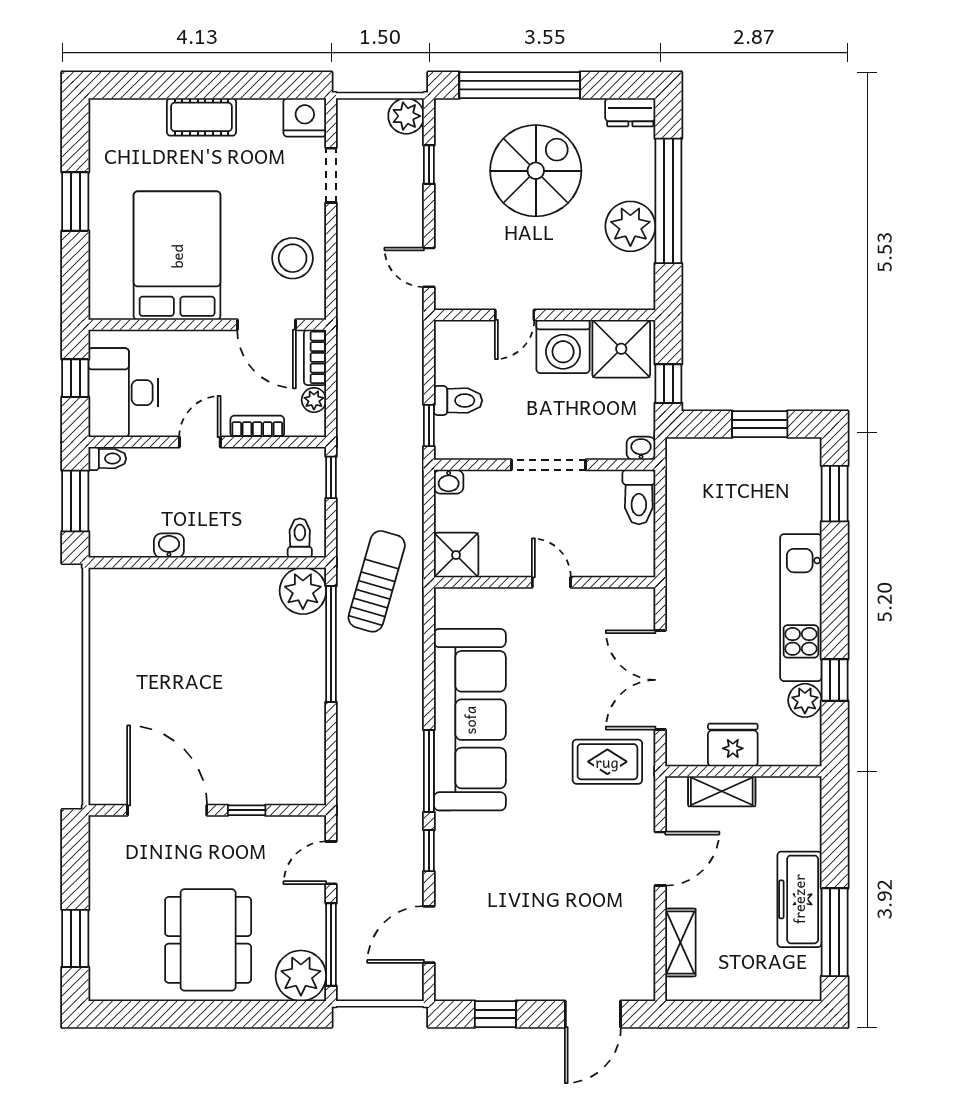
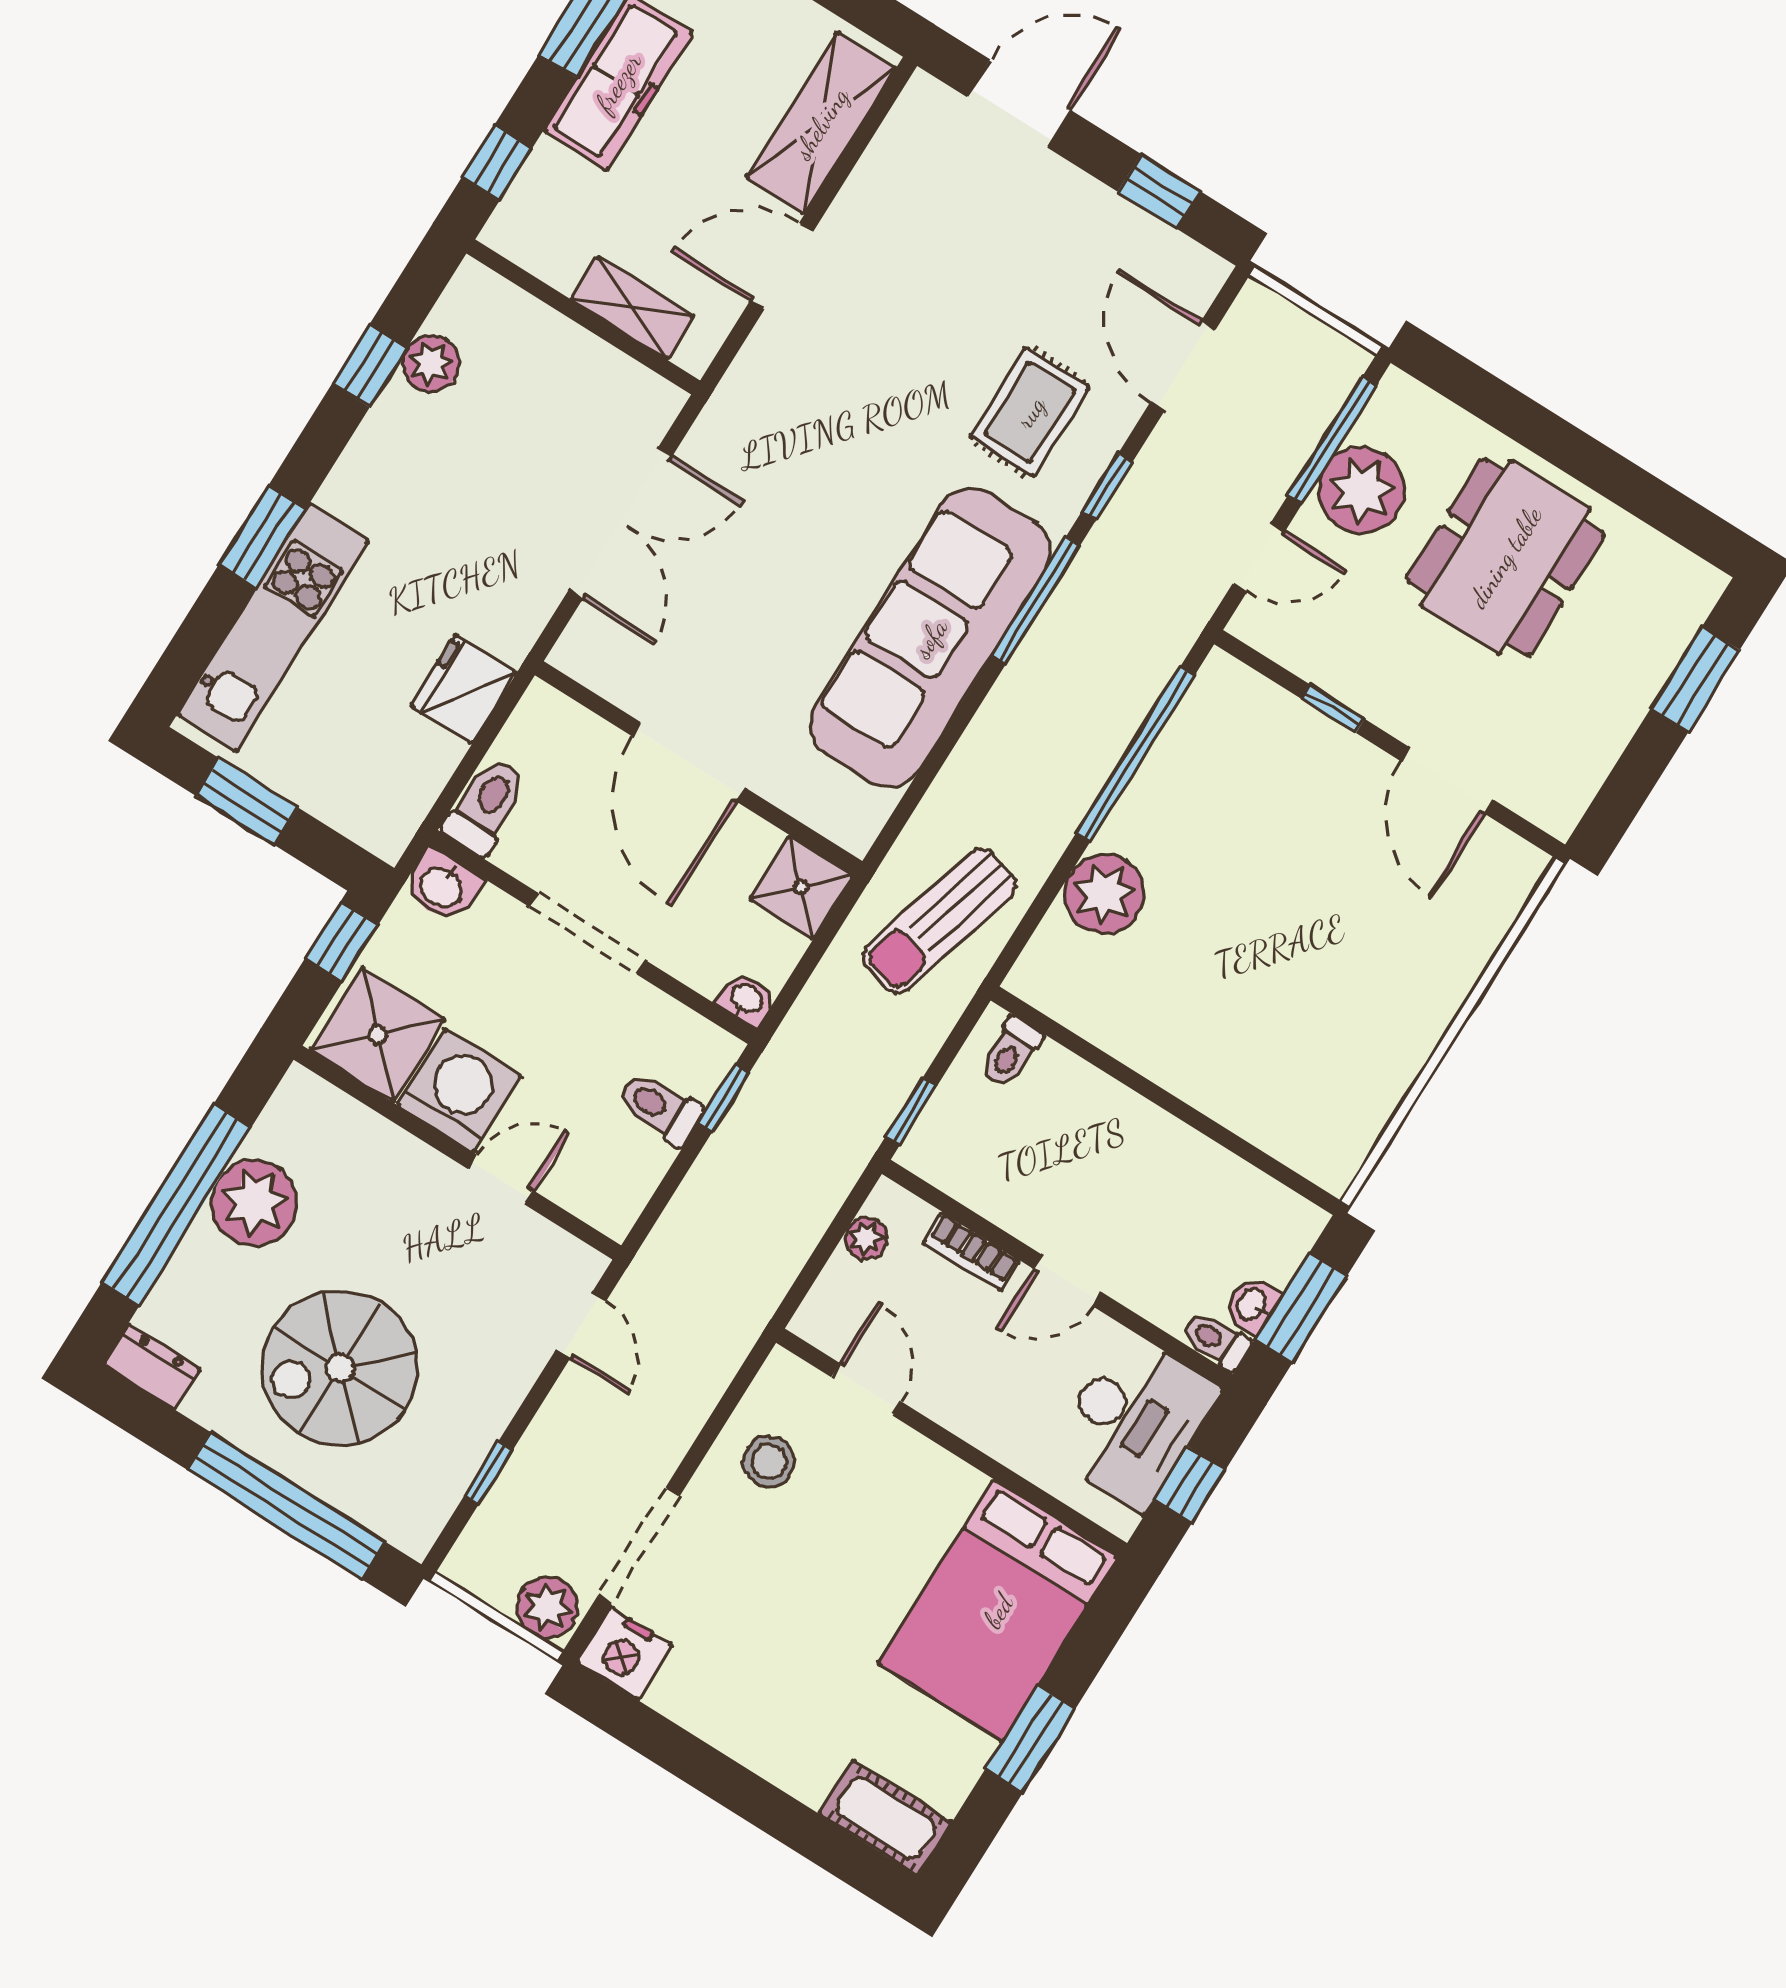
plant: (406, 116) -> (547, 1608), moved
cot: (201, 117) -> (885, 1818), moved
doorway: (331, 175) -> (639, 1546), width x1.38
bed: (177, 256) -> (998, 1611), moved
stool: (293, 258) -> (769, 1462), width x0.73, depth x0.73
door: (267, 325) -> (866, 1389), width x0.73
bookcase: (315, 357) -> (826, 1299), removed
washbasin: (641, 448) -> (442, 886), width x1.38, depth x1.45
window: (835, 494) -> (262, 537), moved
washbasin: (169, 546) -> (1252, 1305), moved, turned 90
door: (551, 582) -> (689, 762), width x1.87
plant: (303, 591) -> (1104, 894), moved
kitchen unit: (801, 608) -> (273, 628), moved
window: (331, 644) -> (1136, 754), moved
fridge: (733, 745) -> (464, 689), moved, turned 90
rug: (607, 762) -> (1030, 412), moved, turned 90
door: (167, 810) -> (1447, 780), width x0.73
window: (835, 821) -> (497, 163), added
door: (429, 934) -> (1183, 366), swing flipped
shelving: (680, 942) -> (821, 123), width x1.50, depth x1.33
plant: (301, 976) -> (1361, 490), moved

